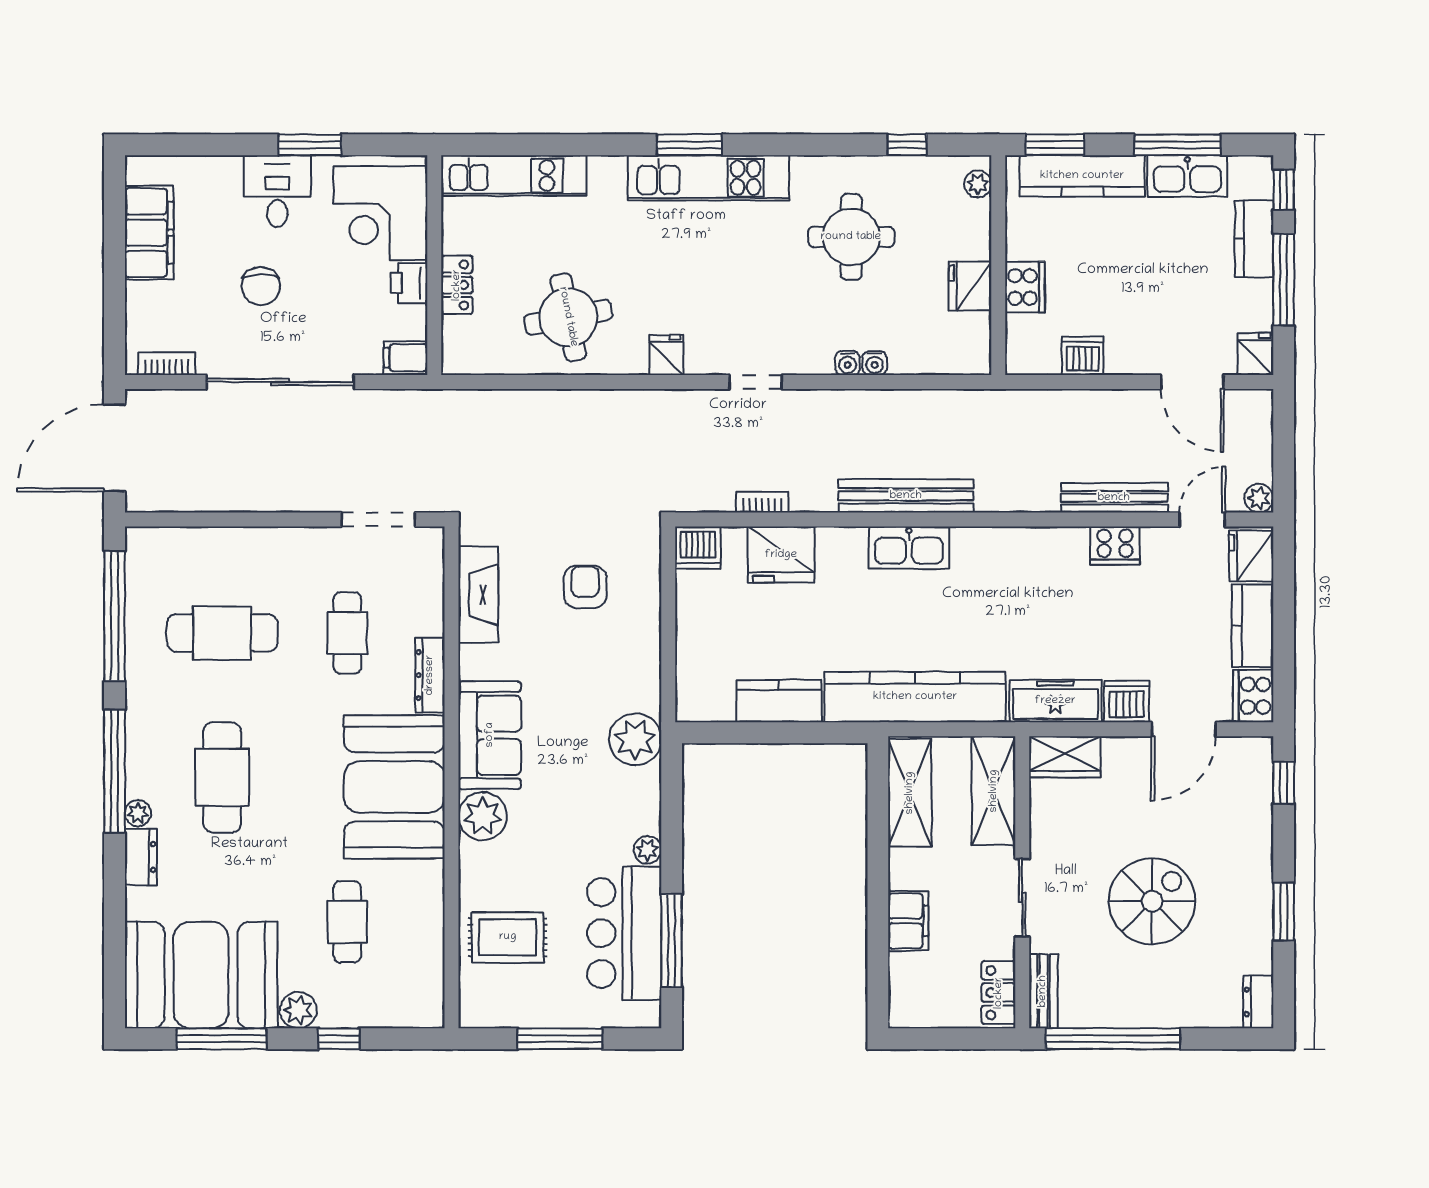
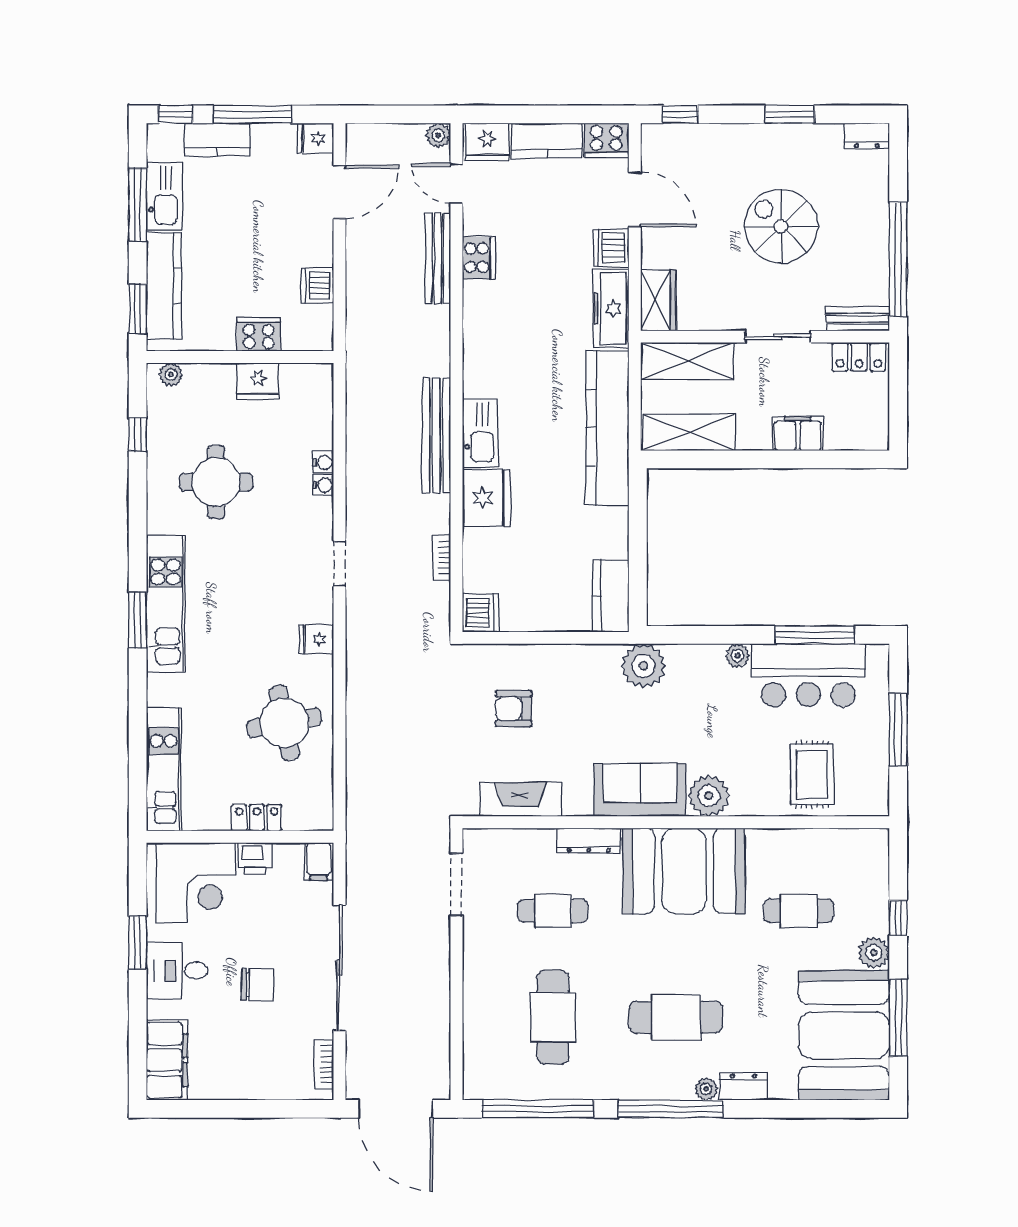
filing cabinet: (149, 233) -> (167, 1060), moved, turned 90
fridge: (781, 555) -> (486, 498), moved
kitchen counter: (779, 701) -> (611, 596), moved

